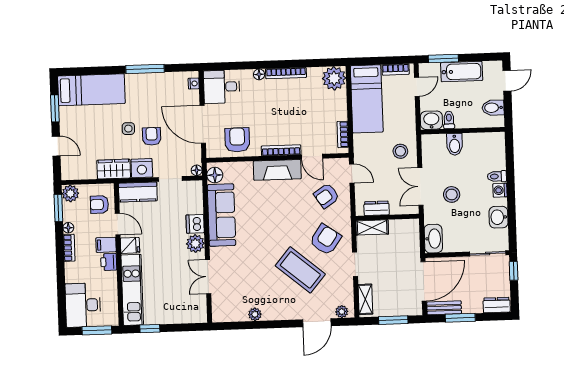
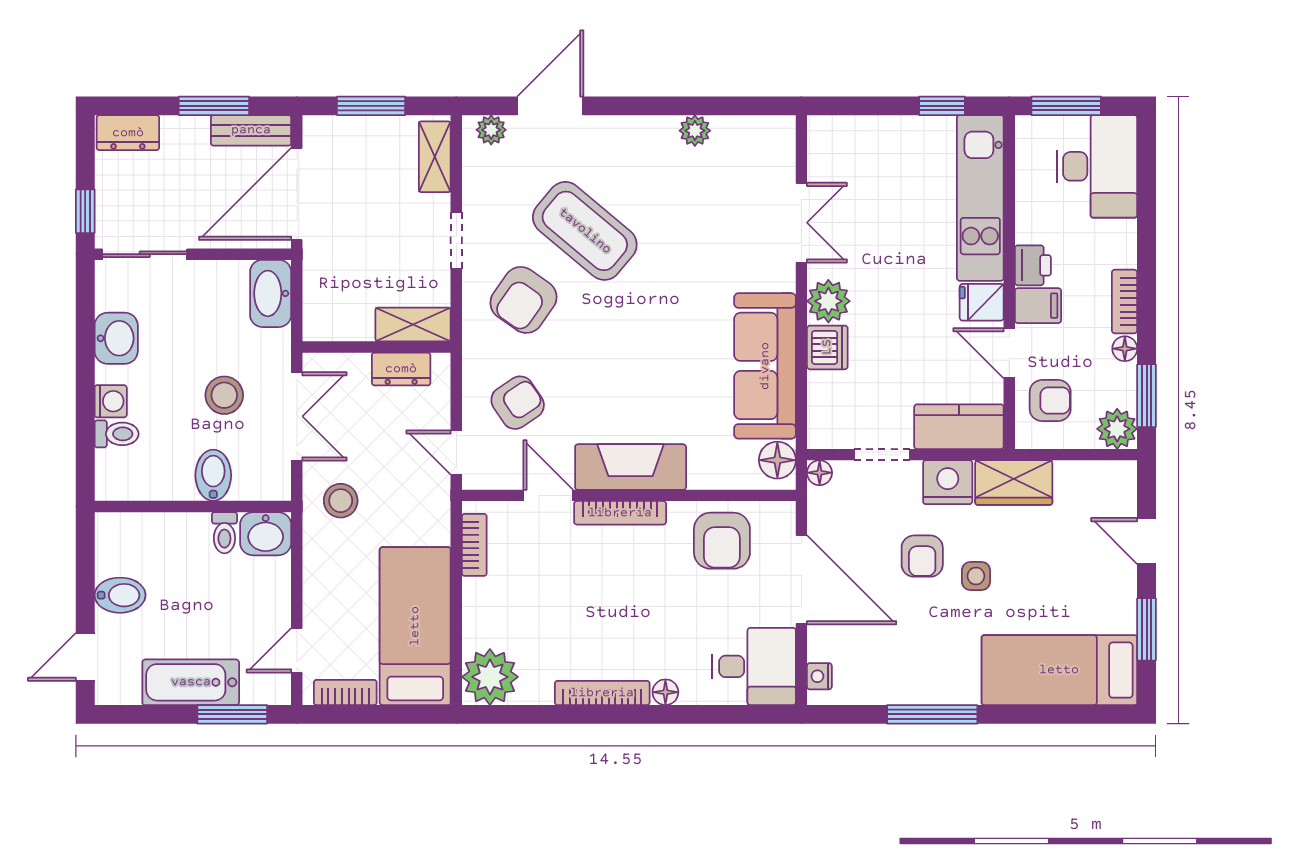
washbasin: (431, 120) -> (266, 534), moved
toilet: (449, 120) -> (224, 533), moved
wall: (463, 131) -> (193, 507), moved
bidet: (455, 144) -> (213, 475), moved

